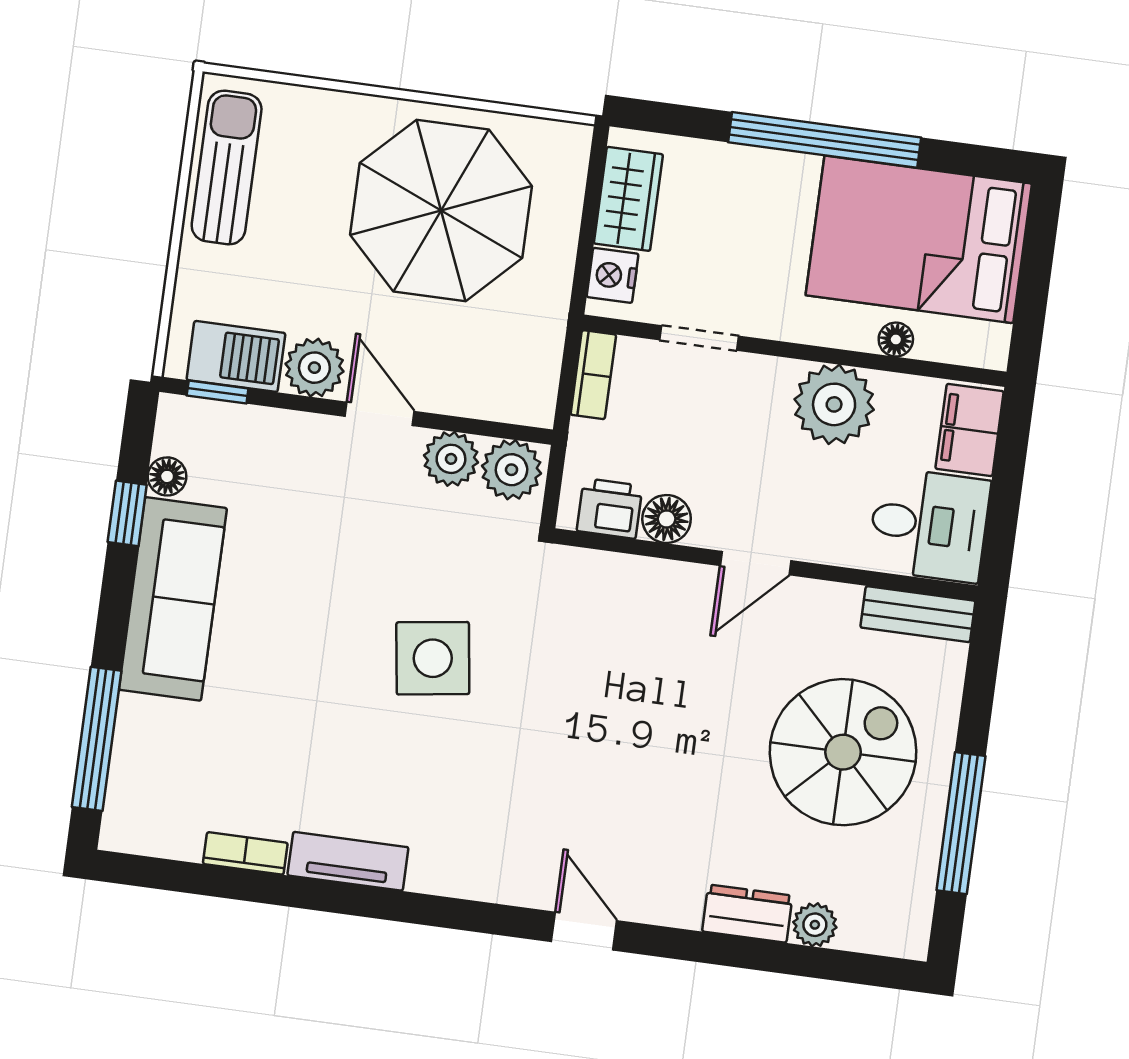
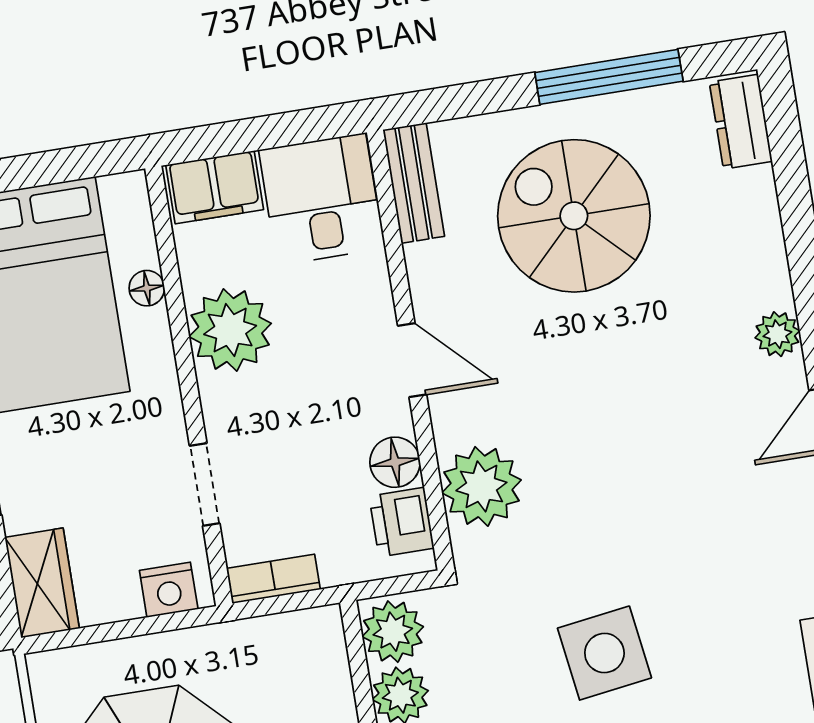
wardrobe: (628, 199) -> (42, 583), moved, turned 90
plant: (620, 592) -> (481, 486), added
dresser: (747, 914) -> (741, 122), moved
plant: (815, 925) -> (777, 334), moved

